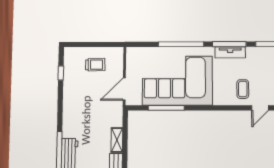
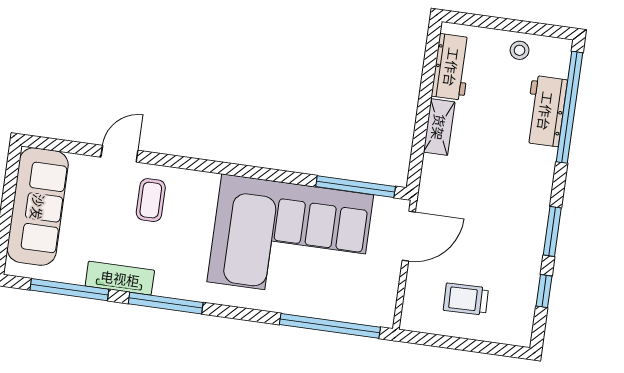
window: (181, 44) -> (330, 326), moved
tv unit: (230, 52) -> (120, 278), moved
window: (60, 100) -> (552, 231), added
window: (166, 108) -> (356, 187), moved

